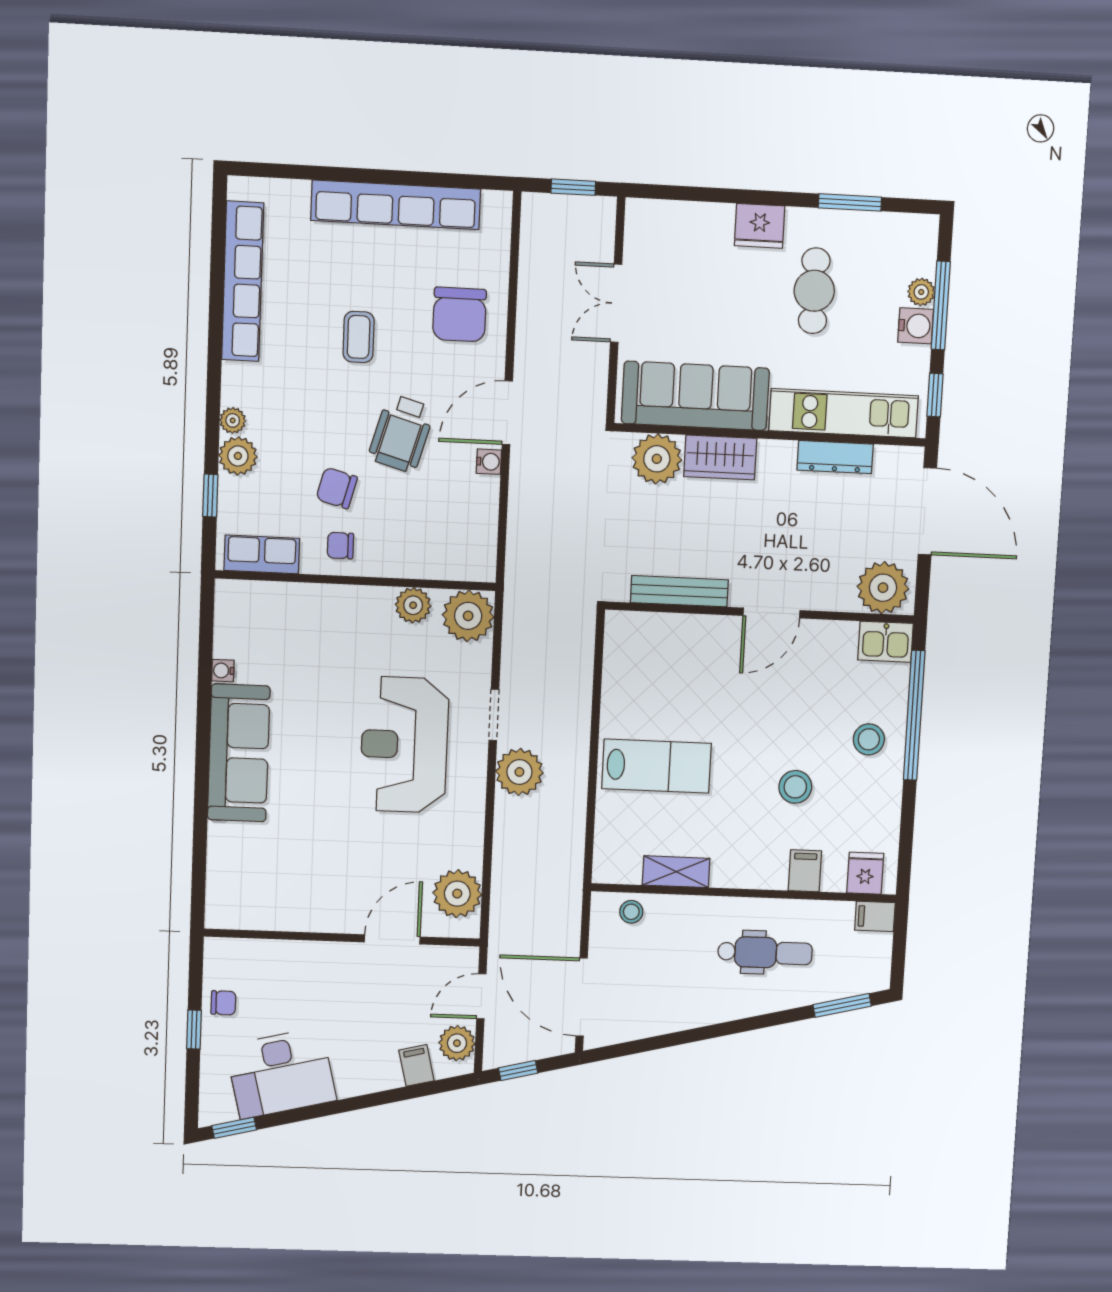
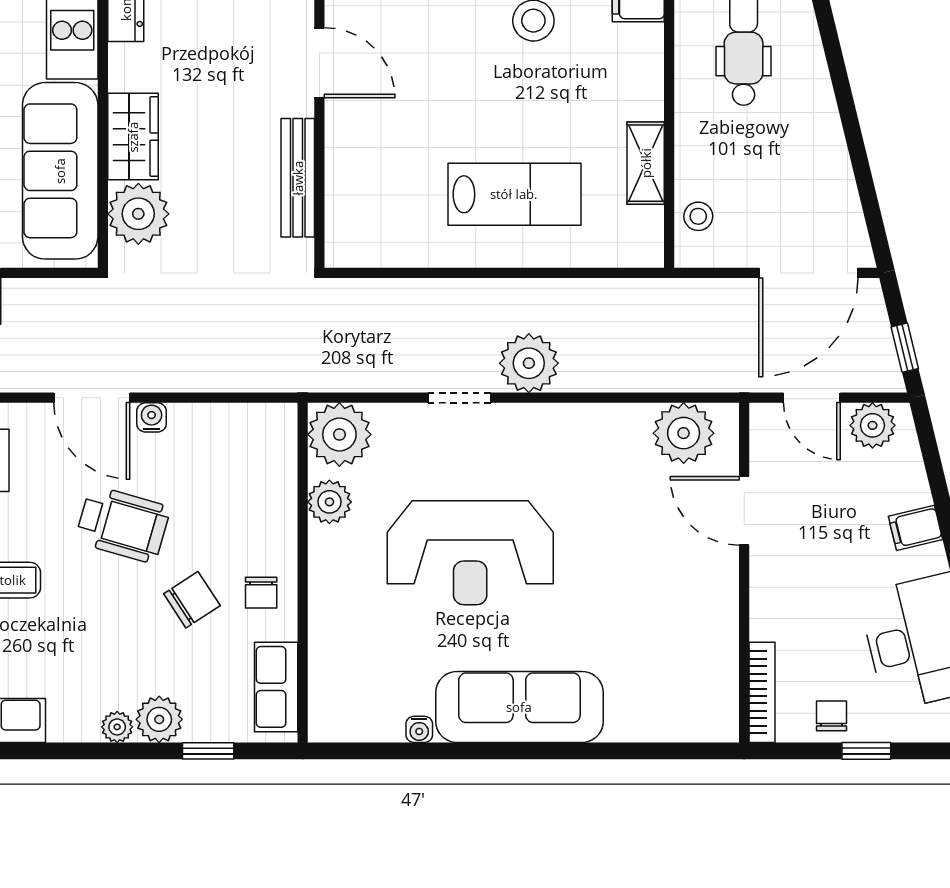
chair: (337, 488) -> (192, 600), turned -138
reception desk: (404, 745) -> (470, 553), moved
lab bench: (657, 766) -> (514, 194), turned 90
bookcase: (244, 948) -> (762, 692), added
filing cabinet: (416, 1065) -> (915, 528), moved

